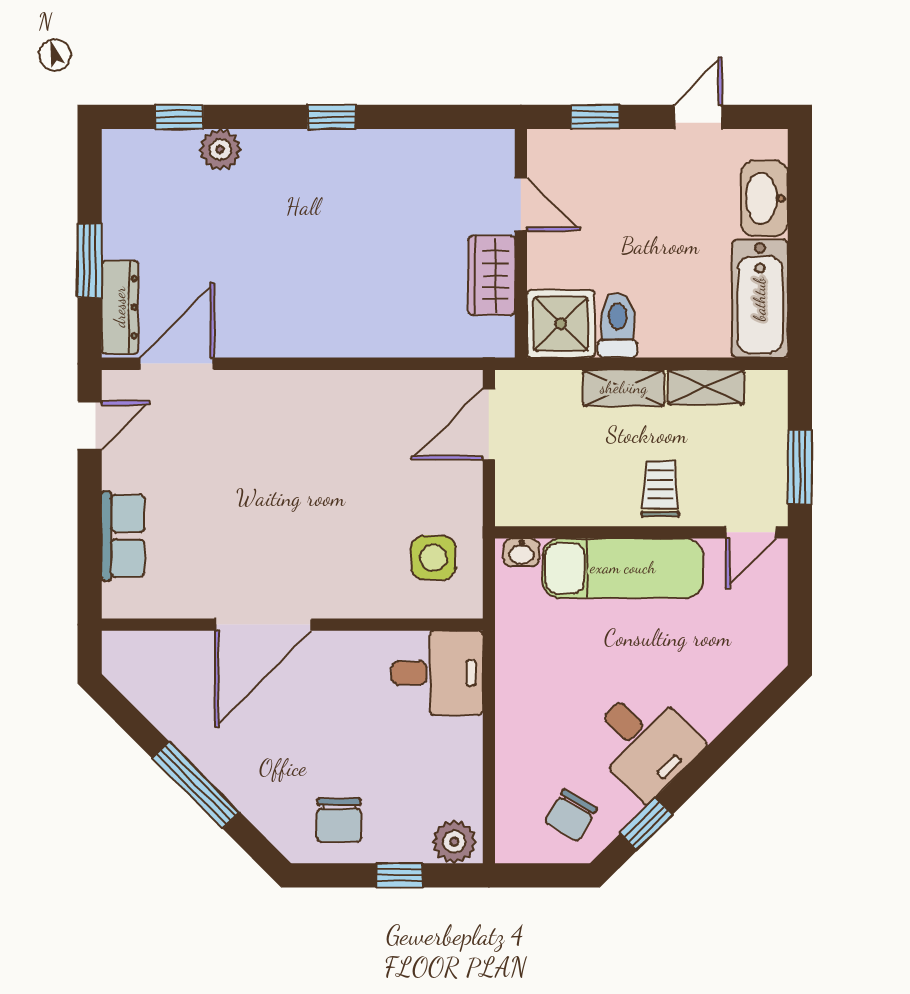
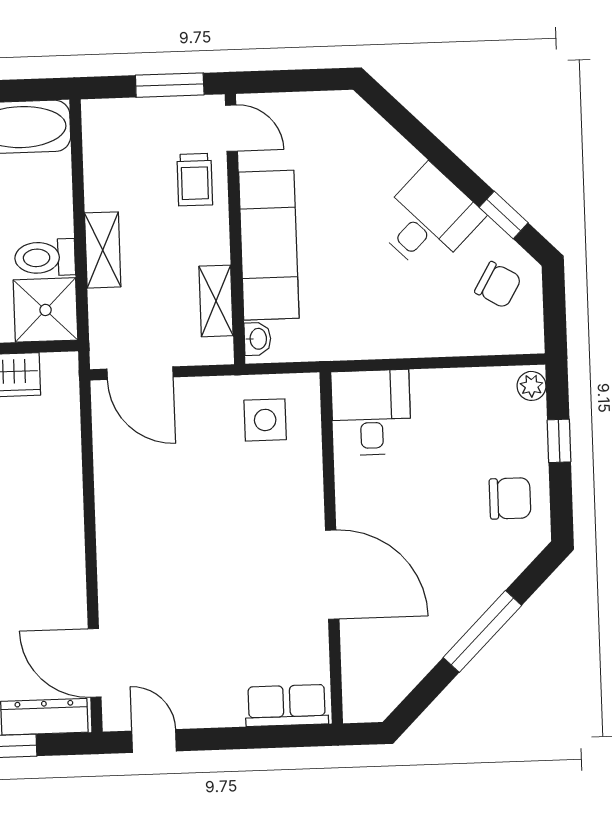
shelving: (706, 387) -> (216, 301), moved
trolley: (660, 489) -> (195, 180), moved, turned -90
row of seats: (123, 536) -> (287, 705), moved
plant: (454, 842) -> (531, 386), width x0.73, depth x0.73

